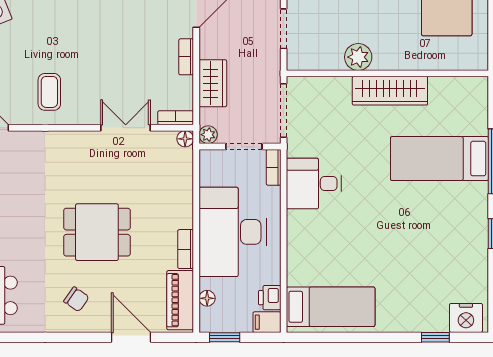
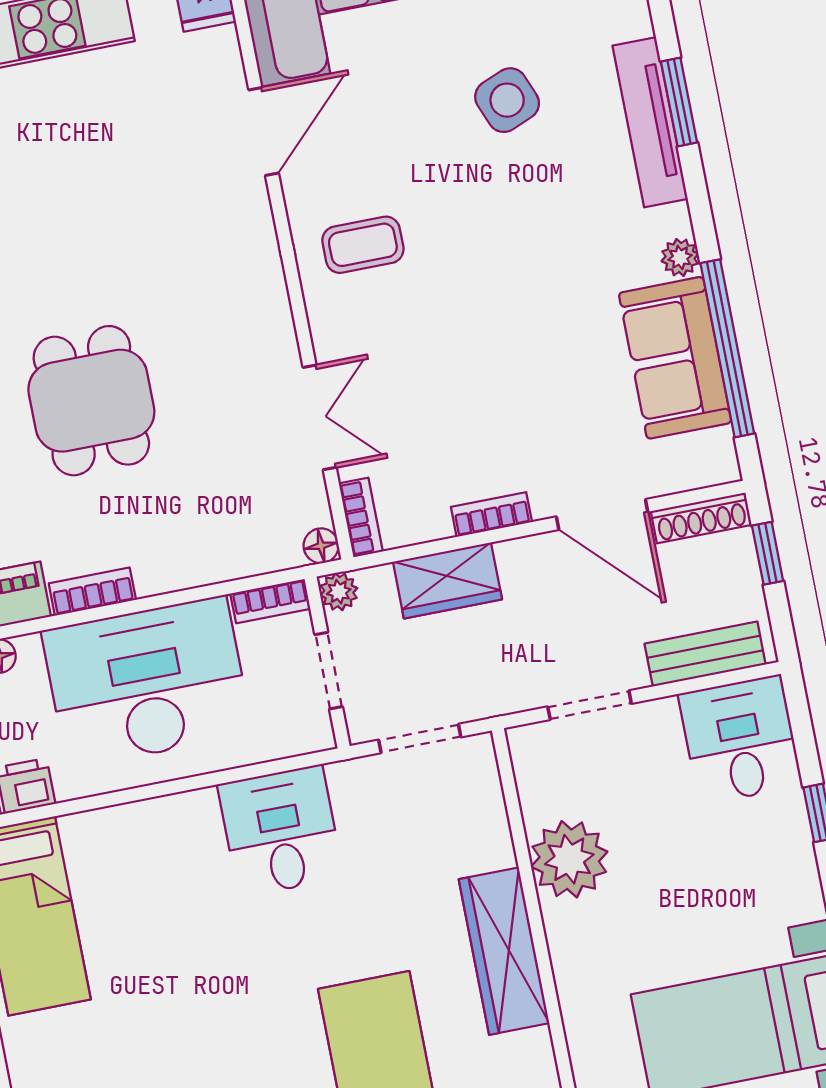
plant: (358, 57) -> (569, 859), width x1.36, depth x1.36
doorway: (284, 110) -> (420, 738), width x0.73
bookcase: (274, 167) -> (270, 601), moved, turned 180

